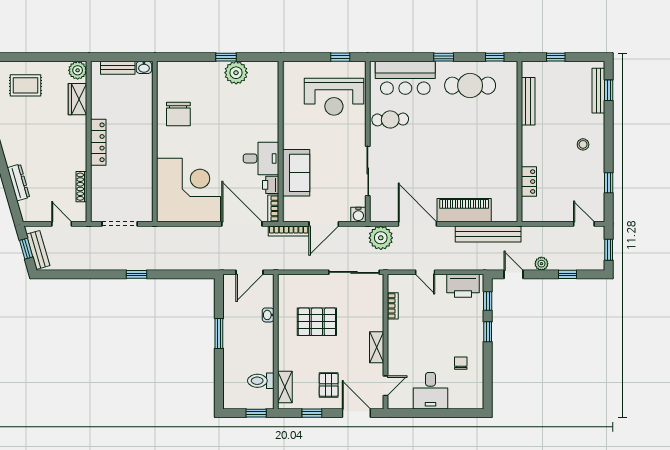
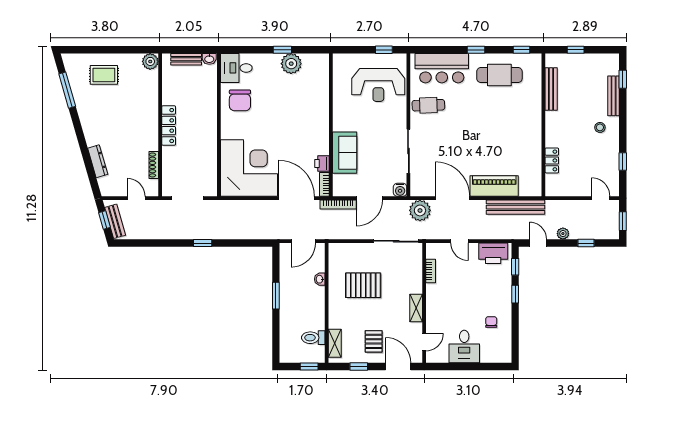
bench: (598, 91) -> (614, 96), moved
wardrobe: (78, 99) -> (150, 87), removed
desk: (261, 158) -> (236, 68), moved, turned 180

